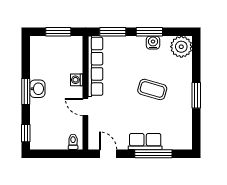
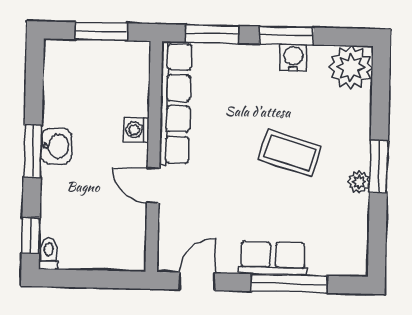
plant: (187, 103) -> (359, 182), added
toilet: (73, 142) -> (48, 254), moved
door: (108, 154) -> (197, 281), hinge flipped

